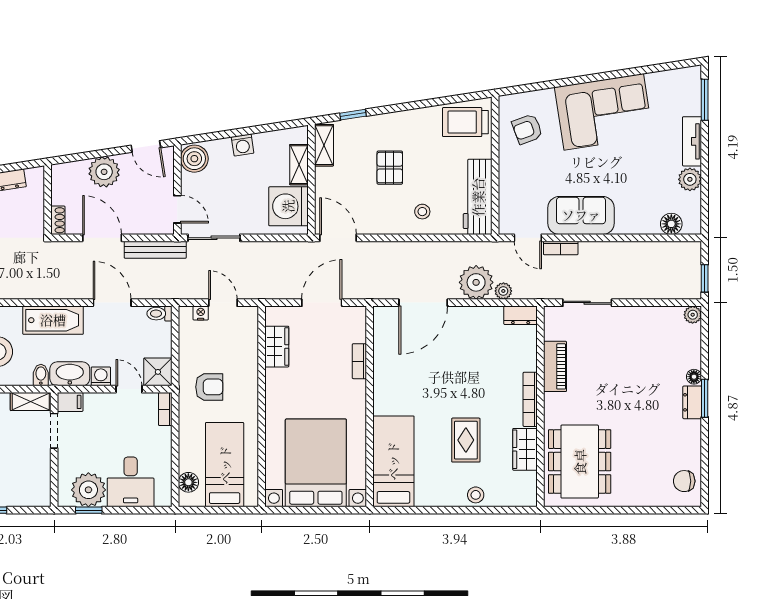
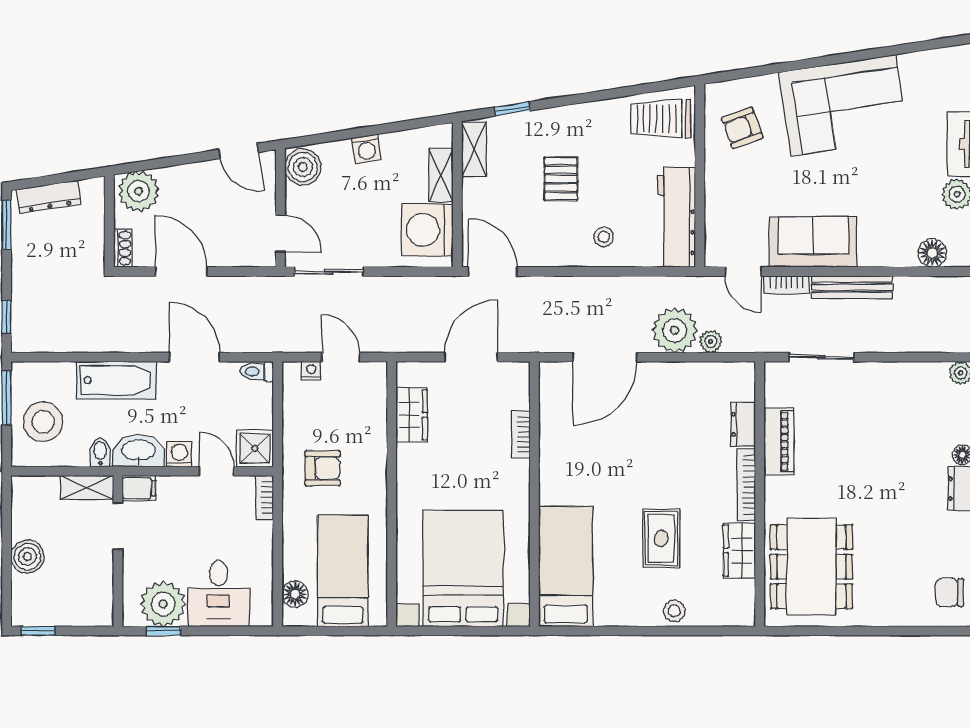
plant: (104, 172) -> (139, 191), moved
bench: (155, 250) -> (852, 287), moved
dresser: (521, 315) -> (743, 424), moved, turned 90

